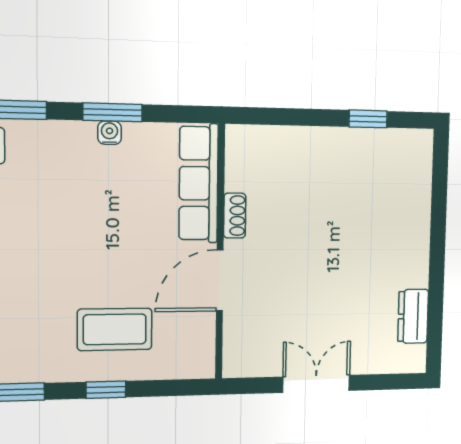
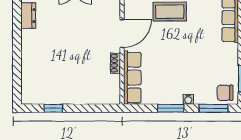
water cooler: (110, 133) -> (188, 99), moved

